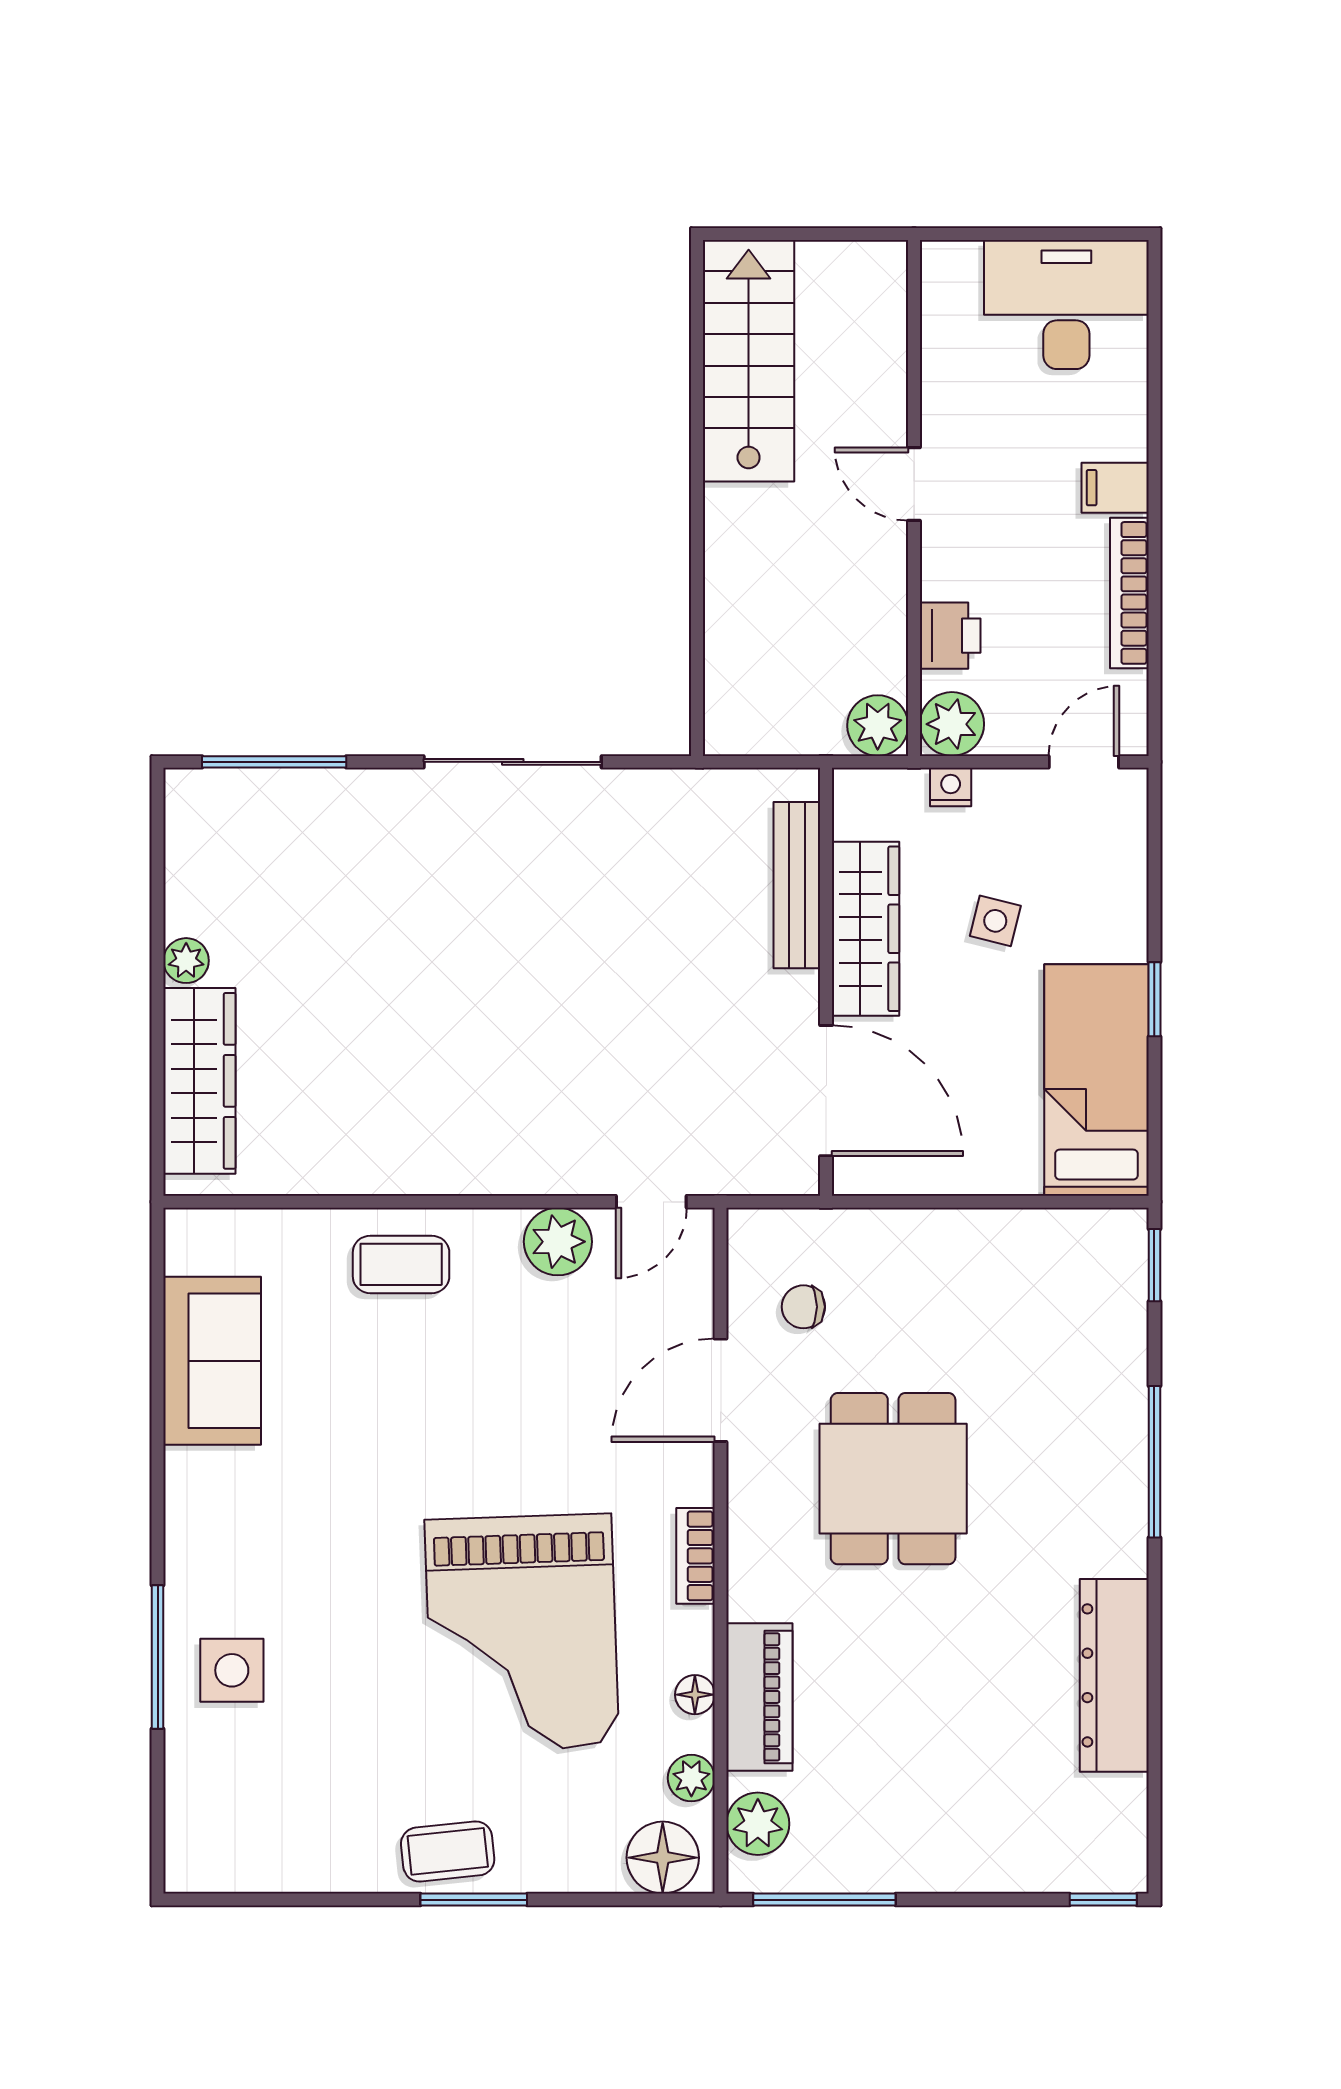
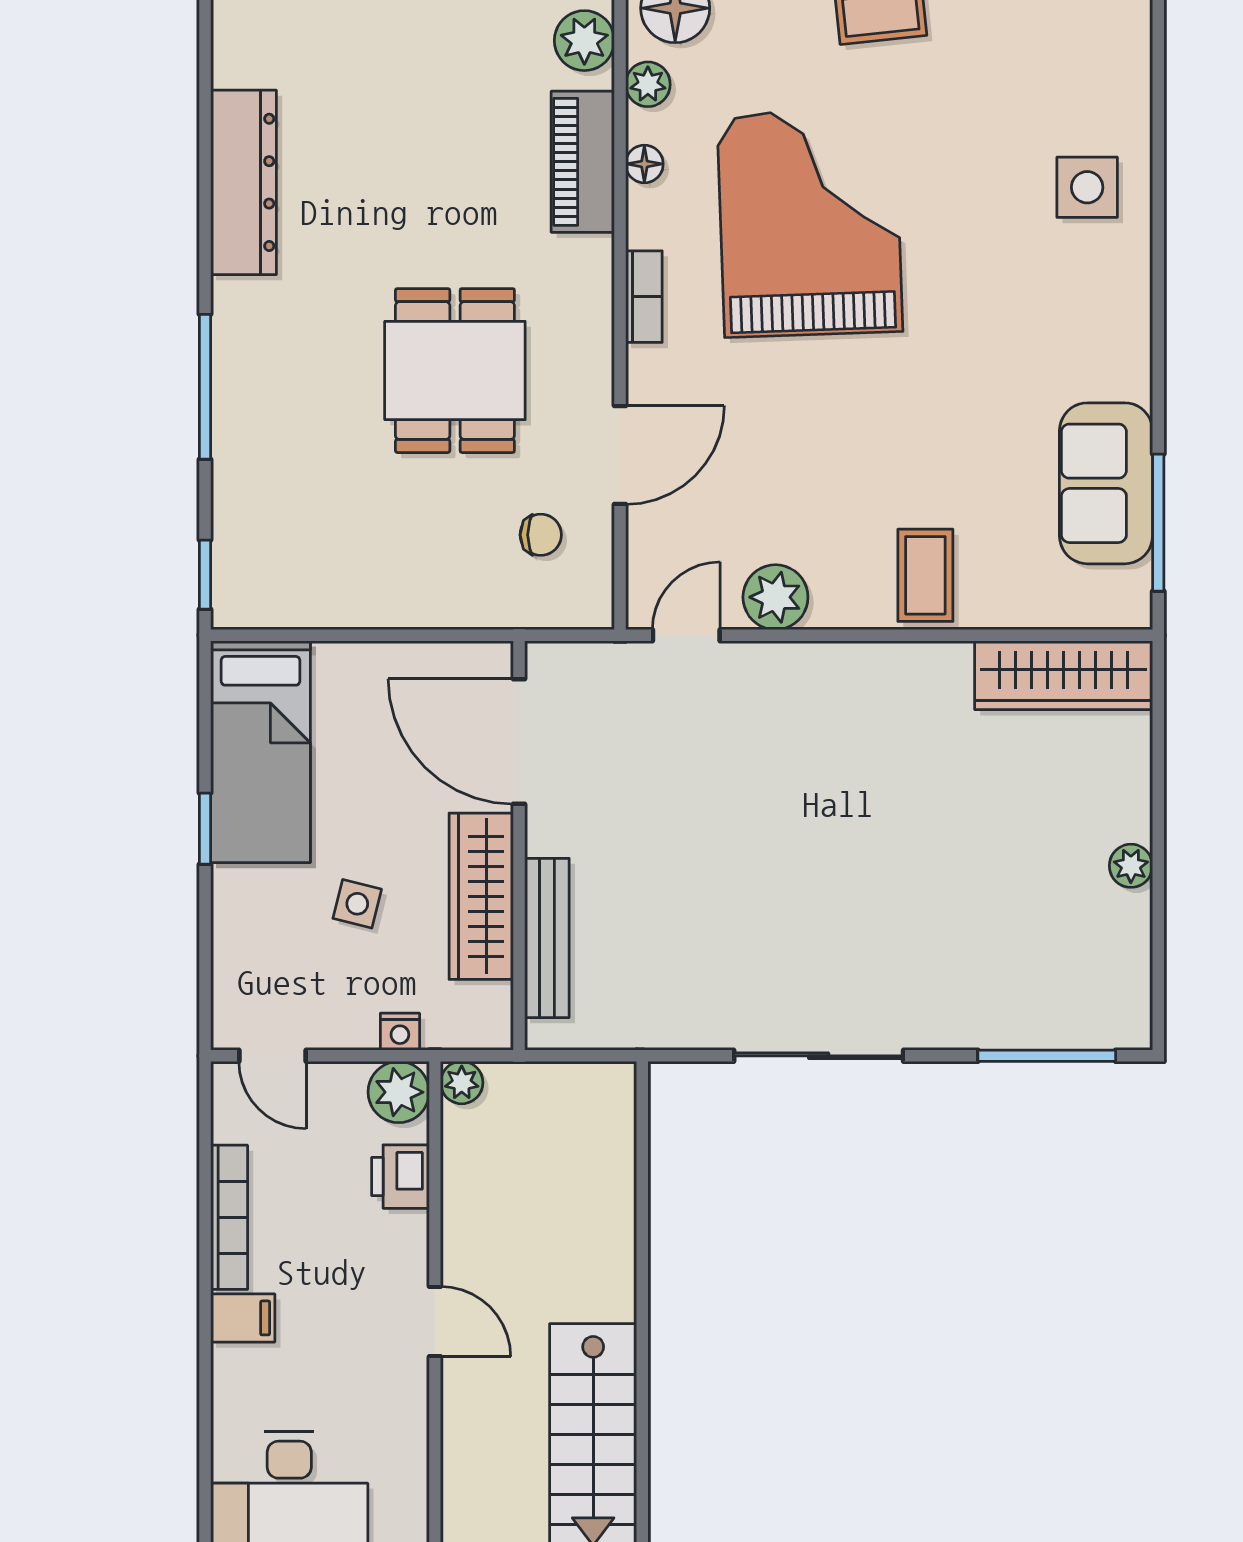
plant: (878, 726) -> (462, 1083), width x0.73, depth x0.73
door: (1084, 762) -> (272, 1056), hinge flipped
wardrobe: (199, 1081) -> (1064, 675), moved, turned -90
coffee table: (401, 1264) -> (925, 575), turned 90
window: (158, 1657) -> (1158, 523), moved

